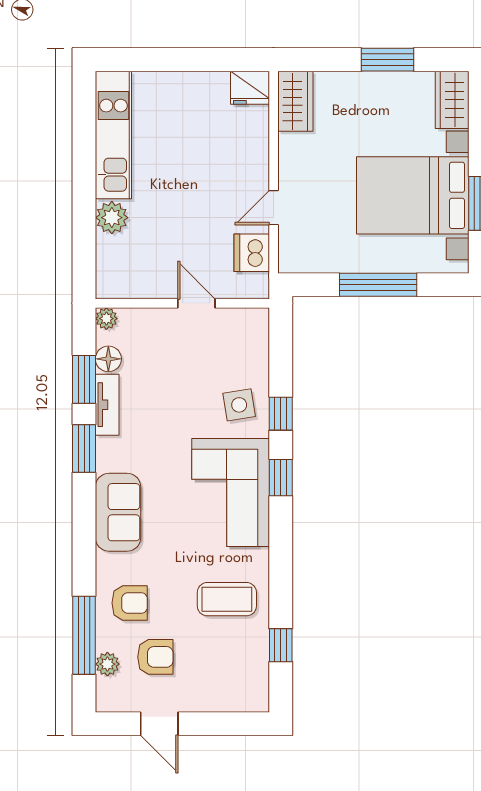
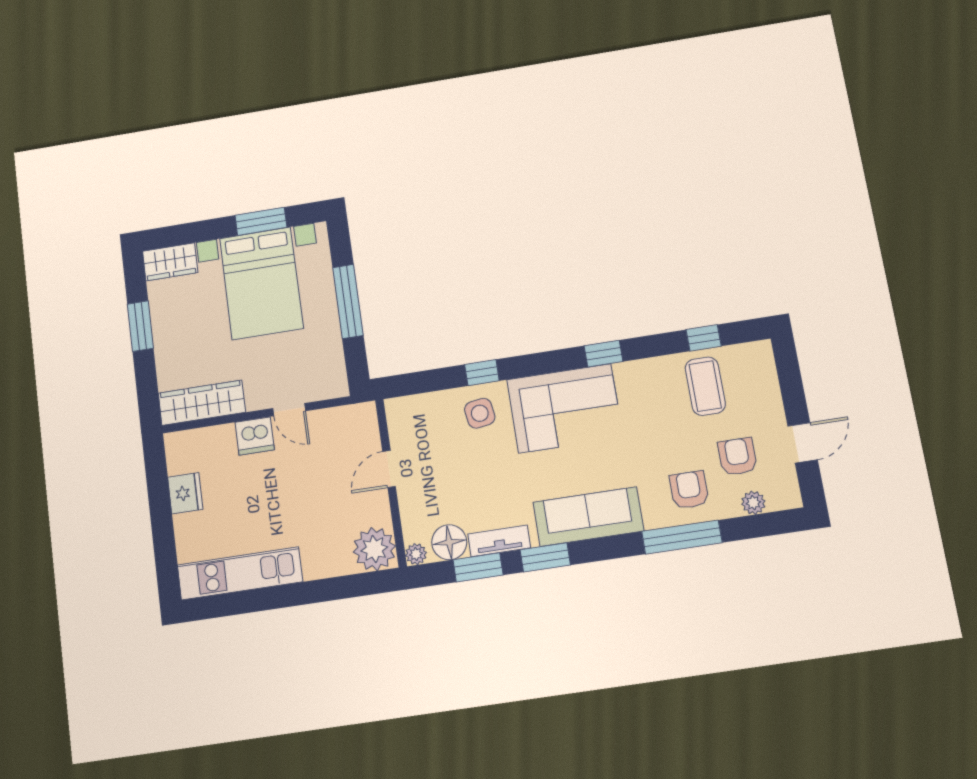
fridge: (250, 88) -> (185, 493), moved
wardrobe: (295, 101) -> (202, 403), width x1.50
plant: (112, 218) -> (374, 549), moved, width x1.36, depth x1.36
dishwasher: (252, 253) -> (255, 436), moved
floor lamp: (108, 359) -> (449, 542), width x1.38, depth x1.38
window: (281, 478) -> (603, 354), moved
sofa: (118, 512) -> (588, 517), width x1.36
coffee table: (227, 599) -> (705, 386), moved
window: (84, 635) -> (682, 537), moved

